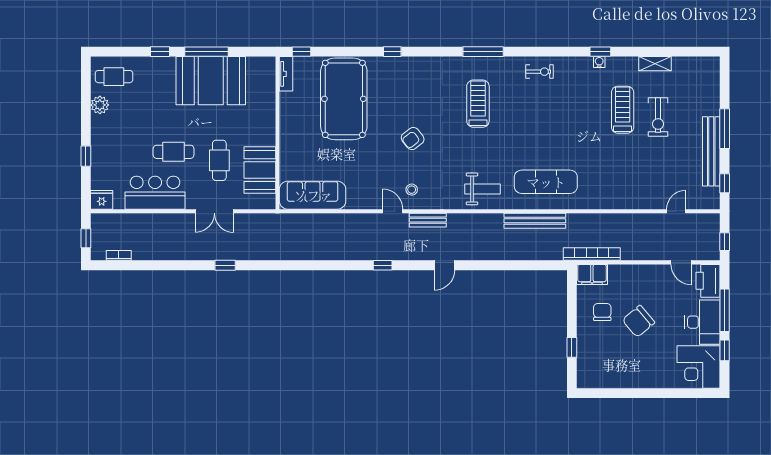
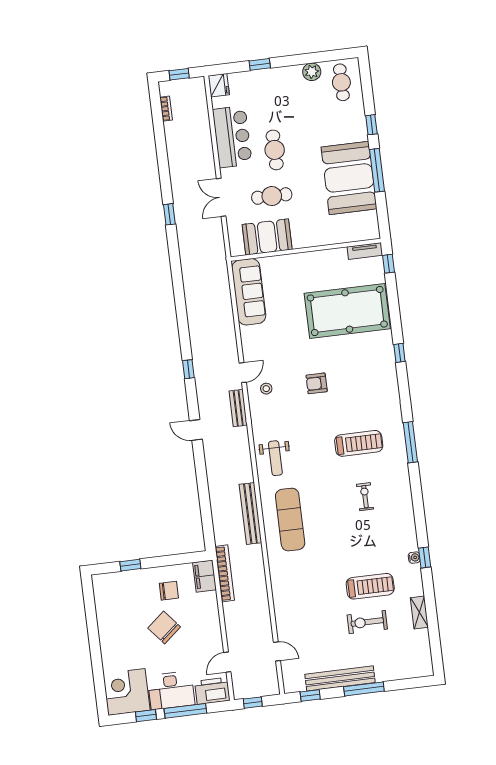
exercise bike: (540, 72) -> (365, 497), moved, turned 180
armchair: (413, 138) -> (317, 383), turned -52

